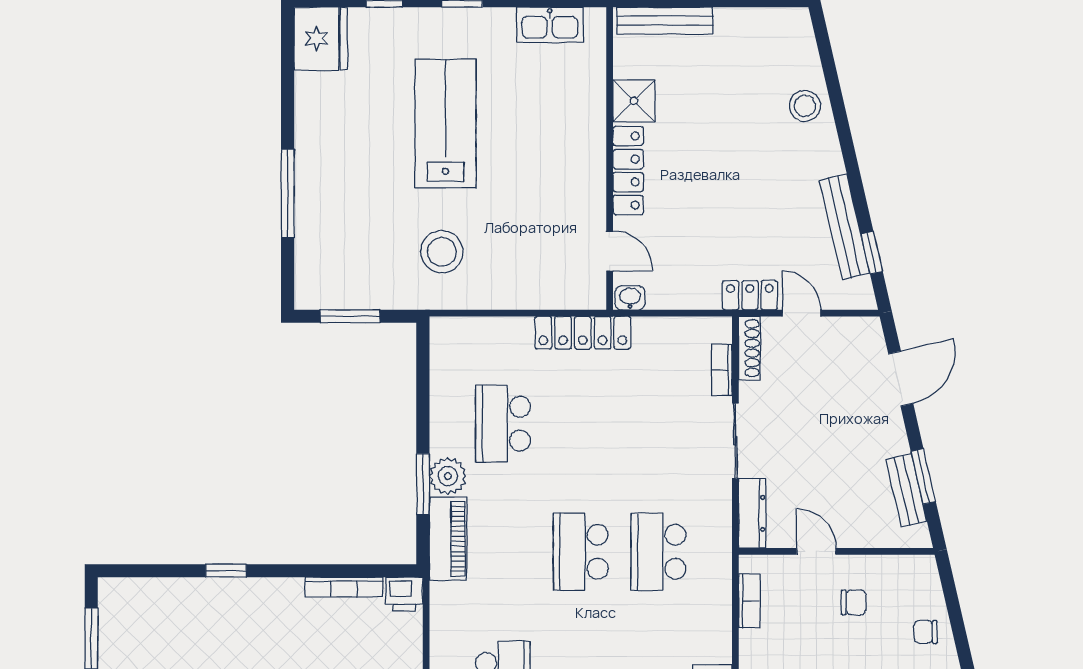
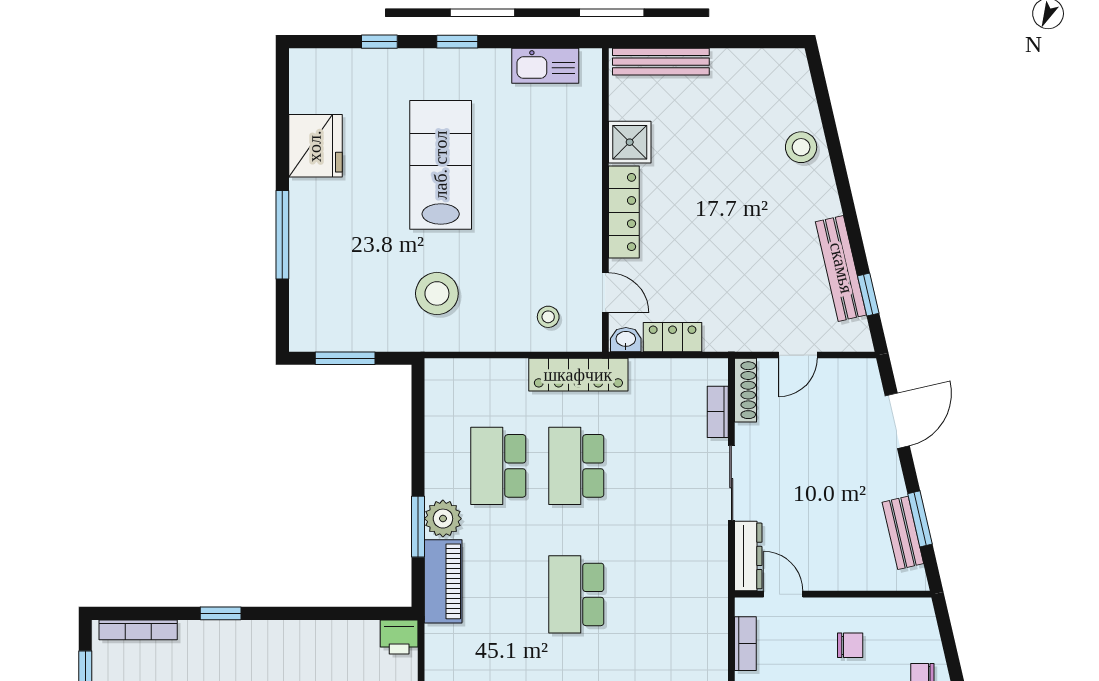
fridge: (321, 39) -> (315, 146), moved
stool: (553, 275) -> (548, 317), added
locker: (750, 295) -> (673, 337), moved
door: (802, 313) -> (798, 355), swing flipped
door: (816, 551) -> (783, 594), moved
school desk: (658, 552) -> (576, 466), moved
bookcase: (344, 587) -> (138, 630), moved

